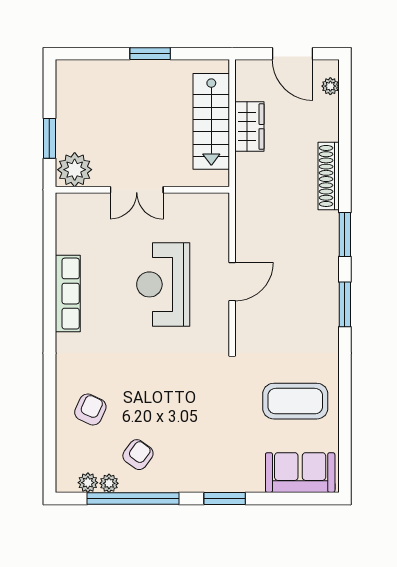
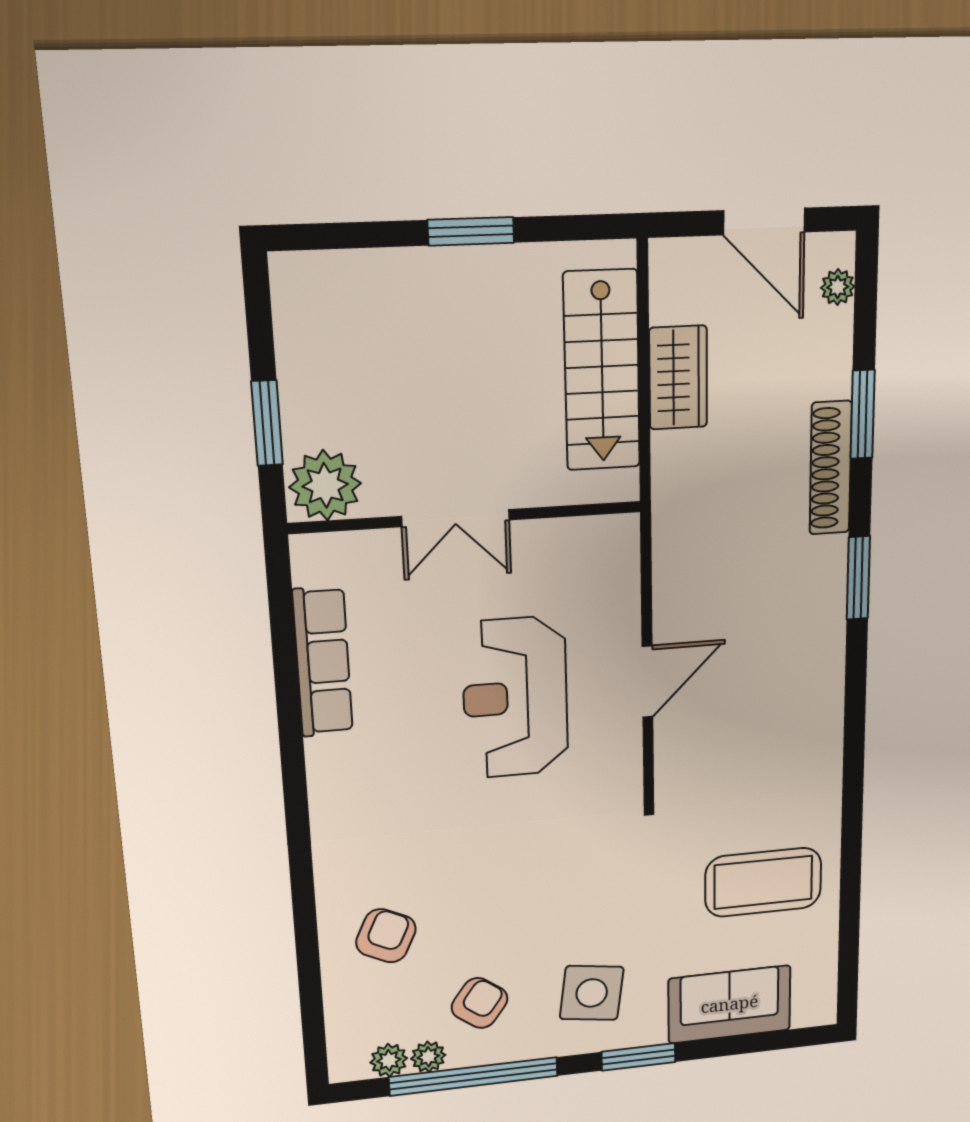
row of seats: (68, 294) -> (323, 662), moved
window: (345, 304) -> (863, 414), moved
side table: (199, 456) -> (592, 993), added
sofa: (300, 473) -> (730, 1004), moved

